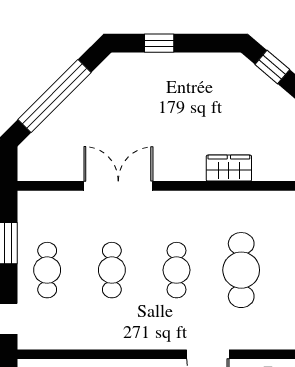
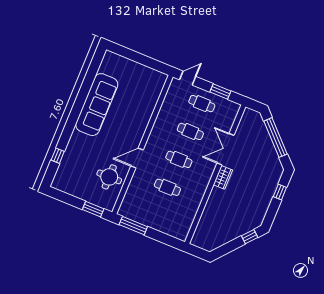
wardrobe: (229, 168) -> (223, 177), moved
double door: (118, 186) -> (226, 149), swing flipped
cafe table: (241, 270) -> (167, 187), width x0.73, depth x0.74

